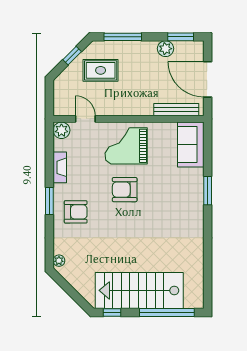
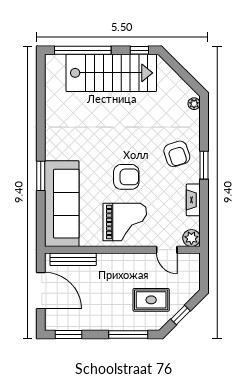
plant: (166, 49) -> (84, 322), removed
sofa: (191, 144) -> (62, 204), width x1.85, depth x1.27
armchair: (76, 212) -> (177, 154), turned -108

